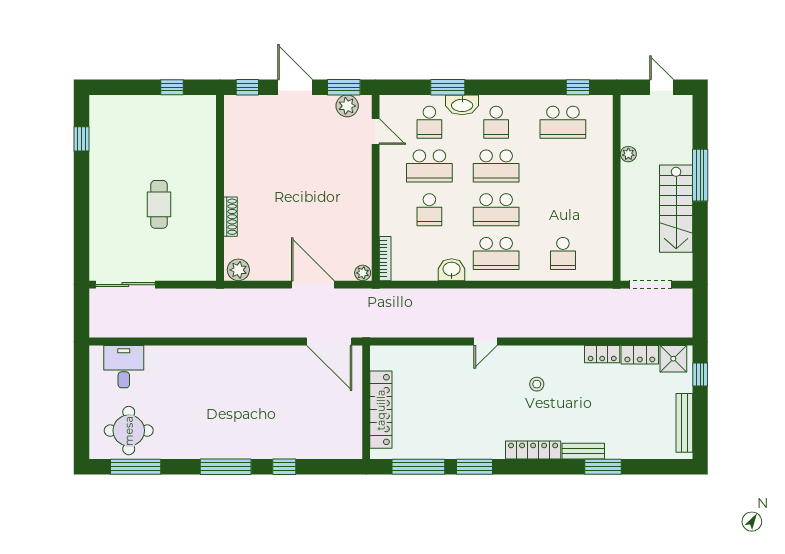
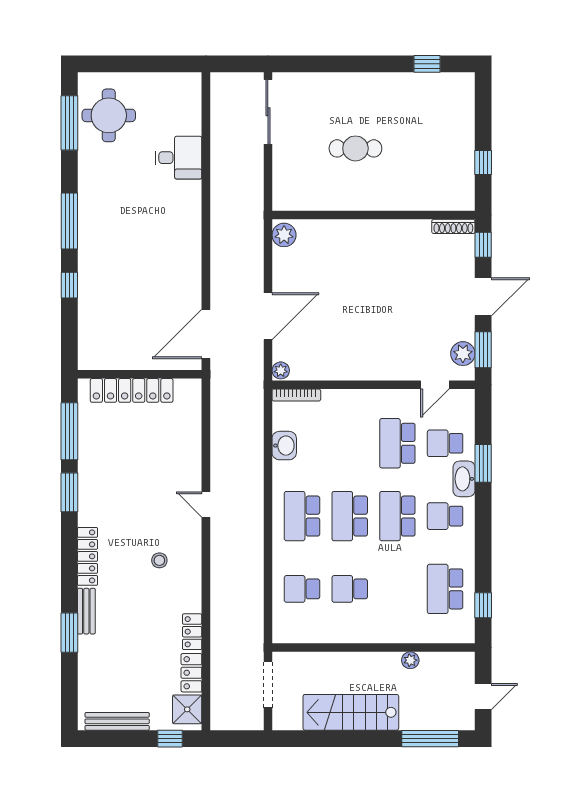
window: (700, 175) -> (430, 739), moved
school desk: (429, 210) -> (350, 589), moved
shoe rack: (231, 217) -> (453, 226), moved
washbasin: (452, 270) -> (284, 446), moved
desk: (124, 367) -> (178, 158), moved

